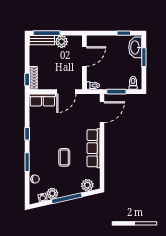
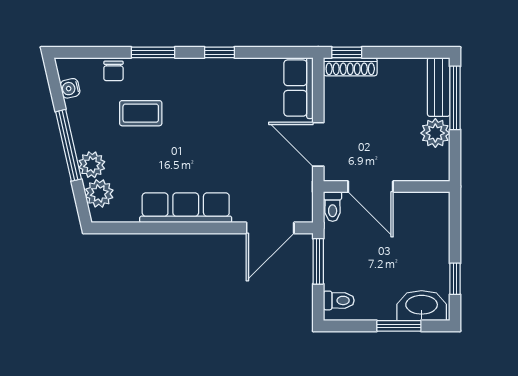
door: (84, 56) -> (371, 187), moved
door: (102, 112) -> (270, 228), hinge flipped
coffee table: (64, 157) -> (141, 113), moved
plant: (52, 193) -> (92, 165), moved

